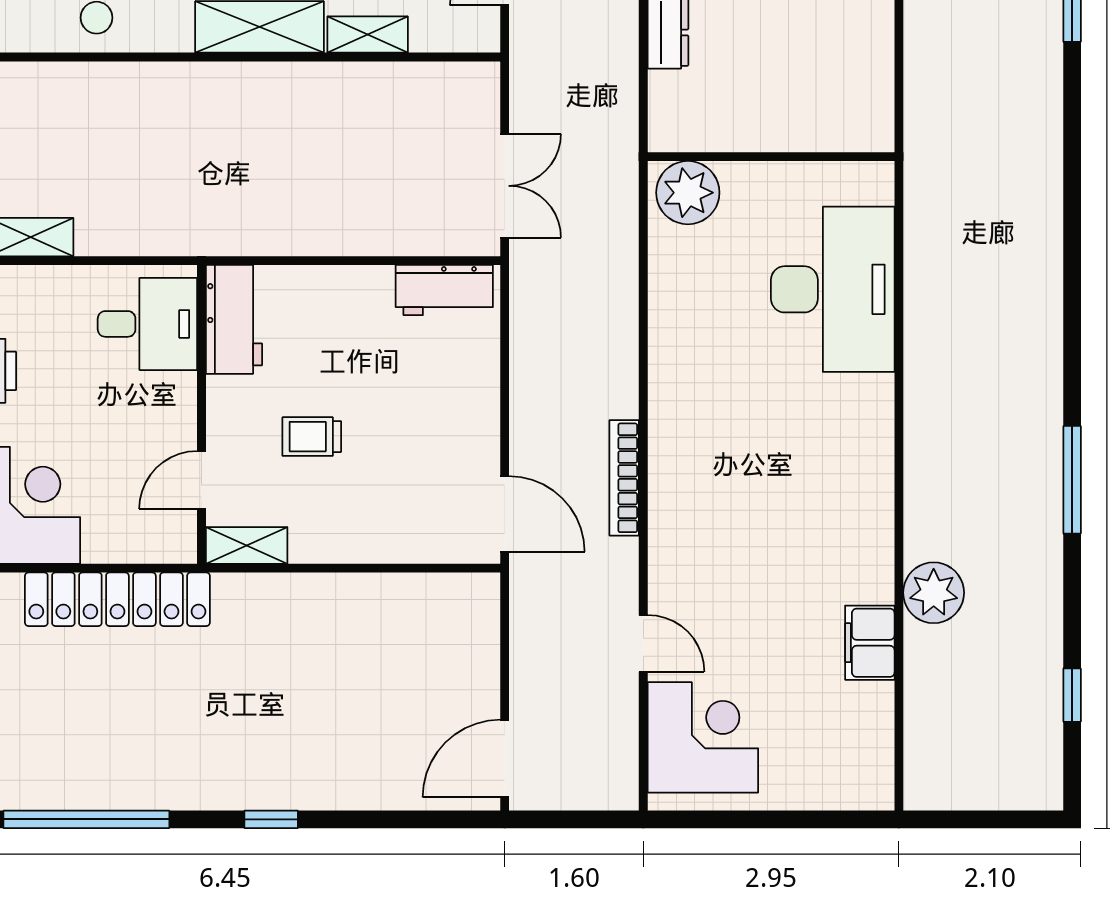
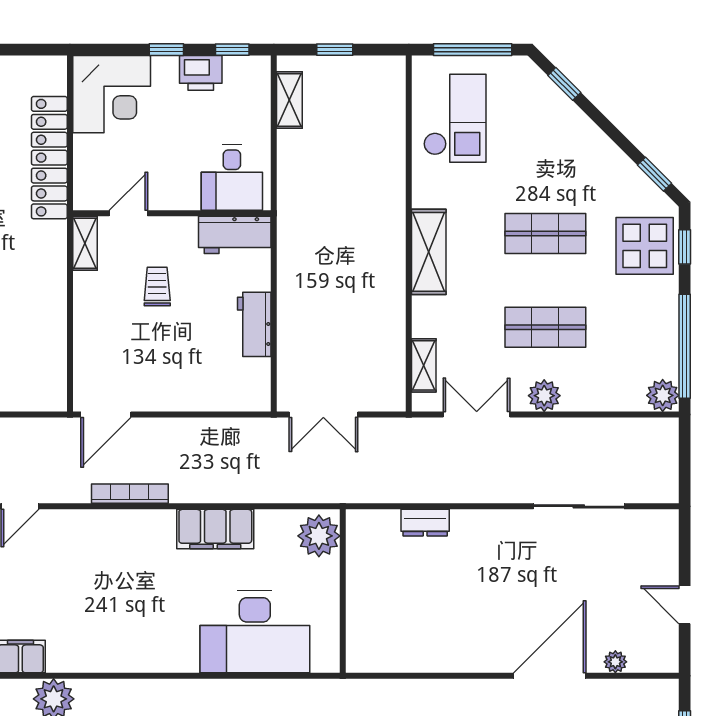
shelving: (368, 35) -> (424, 365), moved
workbench: (444, 290) -> (254, 324), moved
filing cabinet: (678, 349) -> (215, 529), added
door: (201, 480) -> (128, 213), hinge flipped

